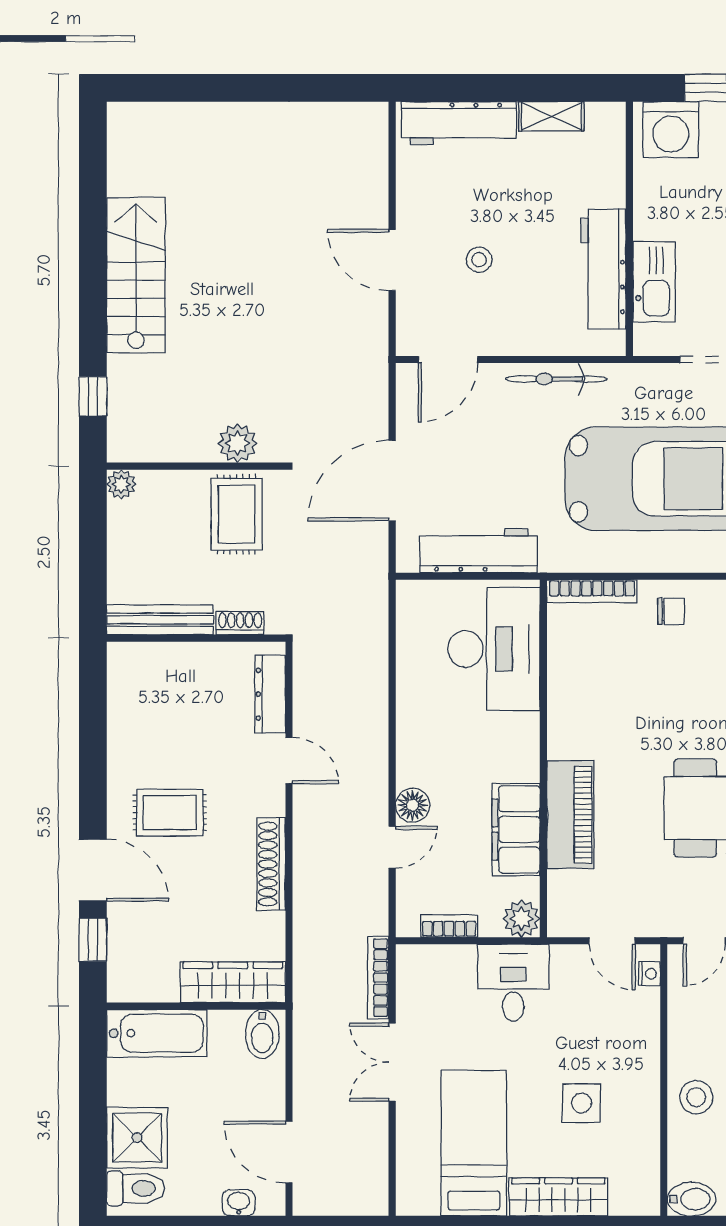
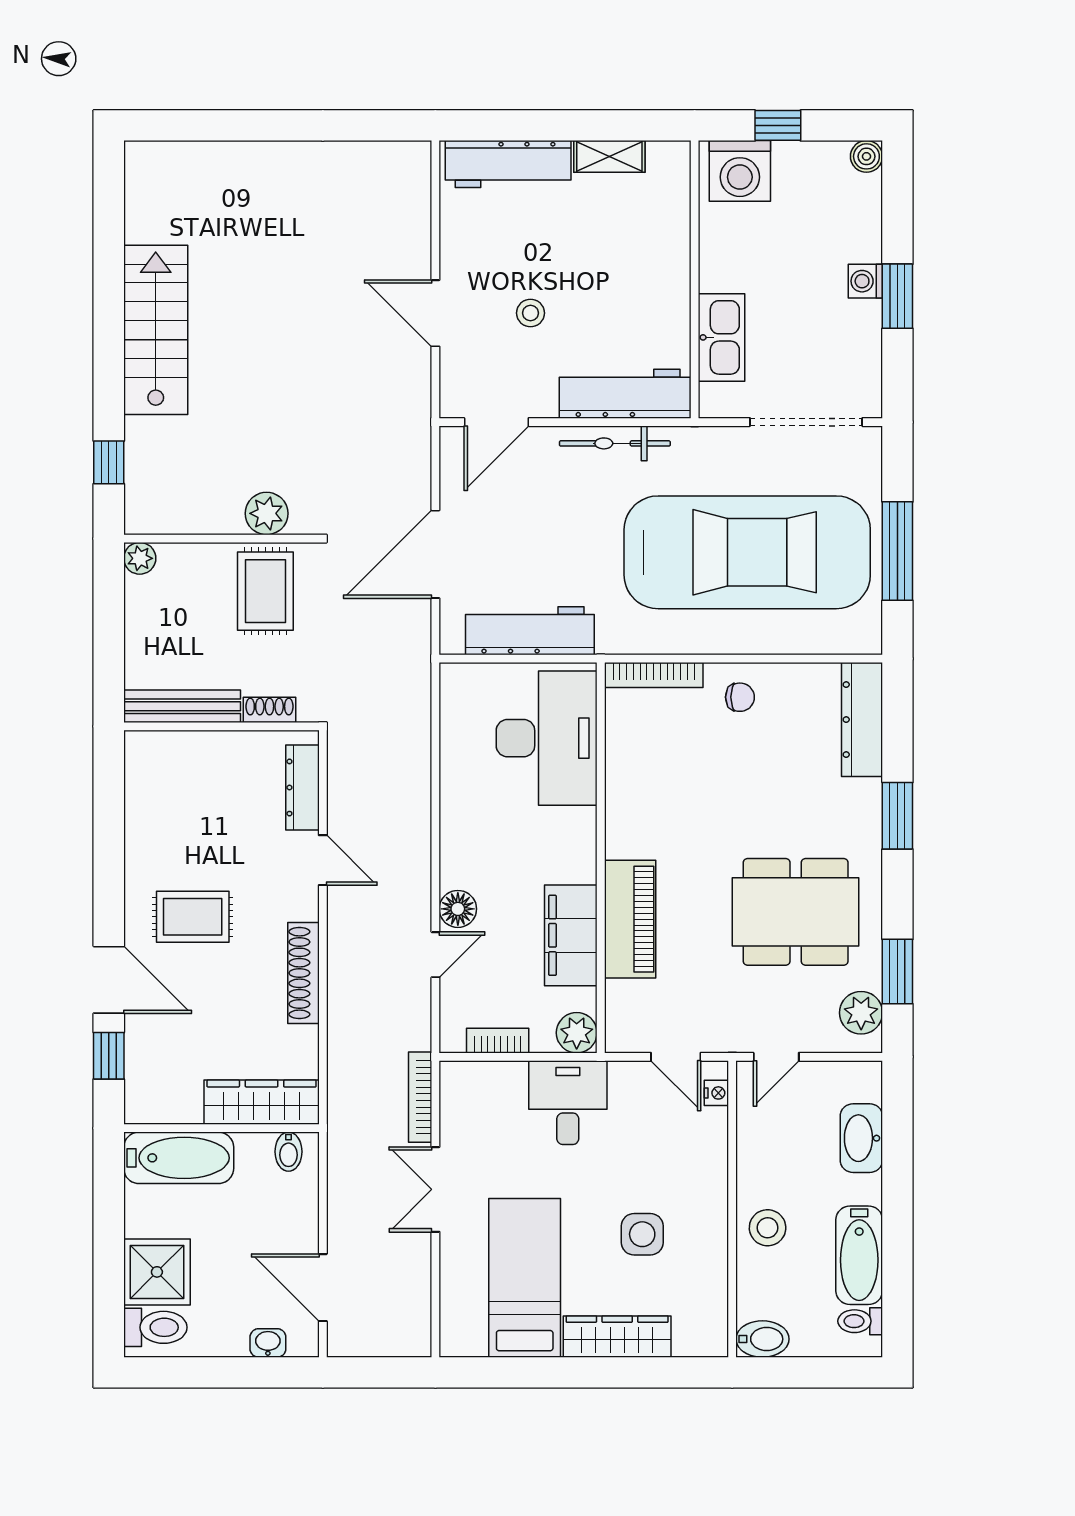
workbench: (603, 269) -> (625, 394), moved, turned 90
bidet: (262, 1034) -> (288, 1152), width x0.72, depth x0.74

